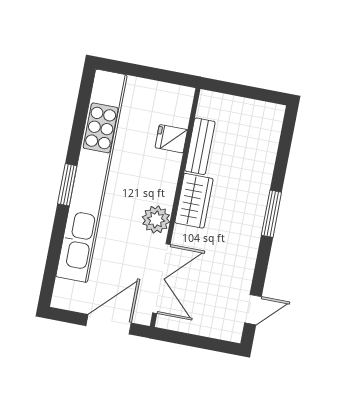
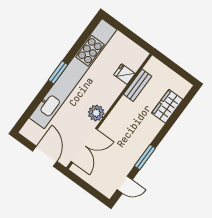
wardrobe: (194, 201) -> (167, 106), moved, turned 180
window: (271, 214) -> (145, 157), moved
door: (109, 324) -> (45, 156), hinge flipped

